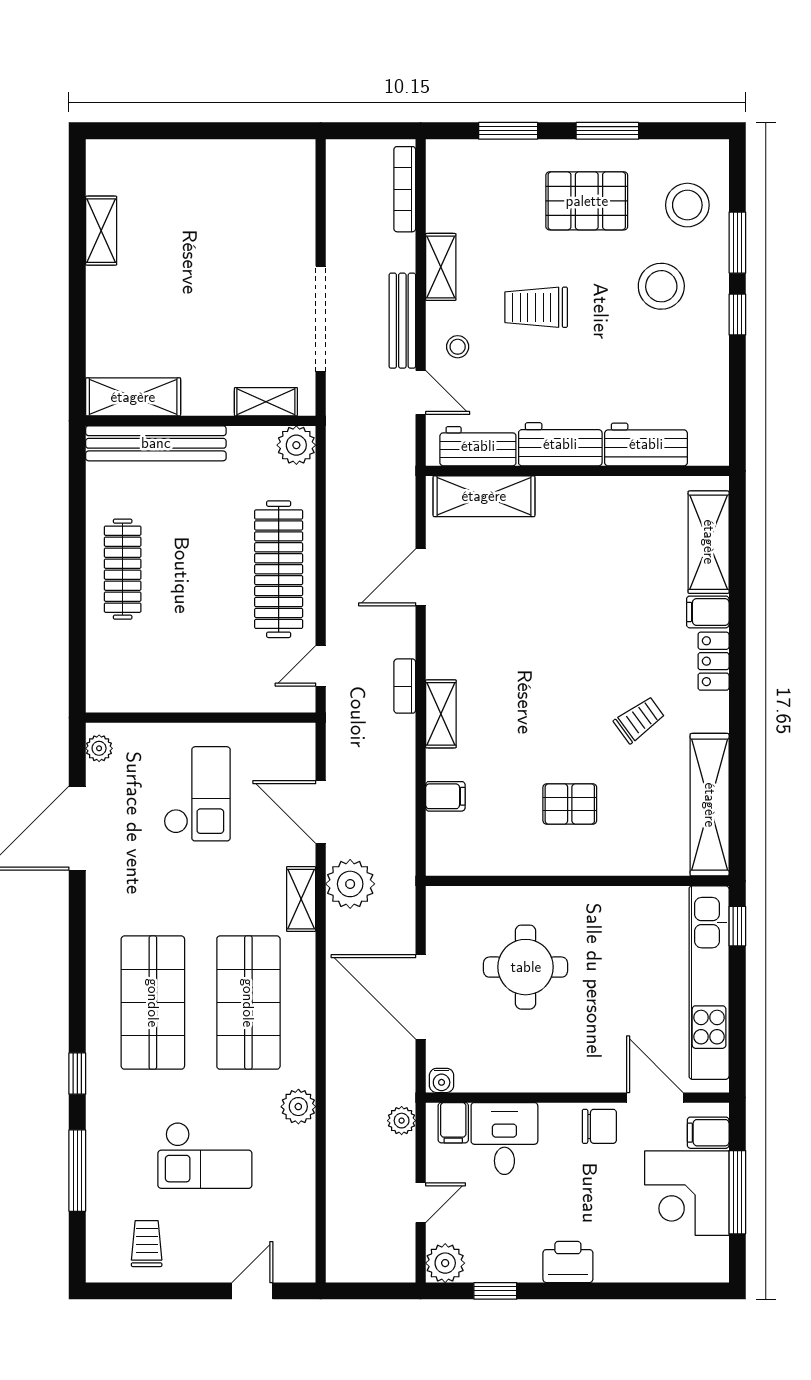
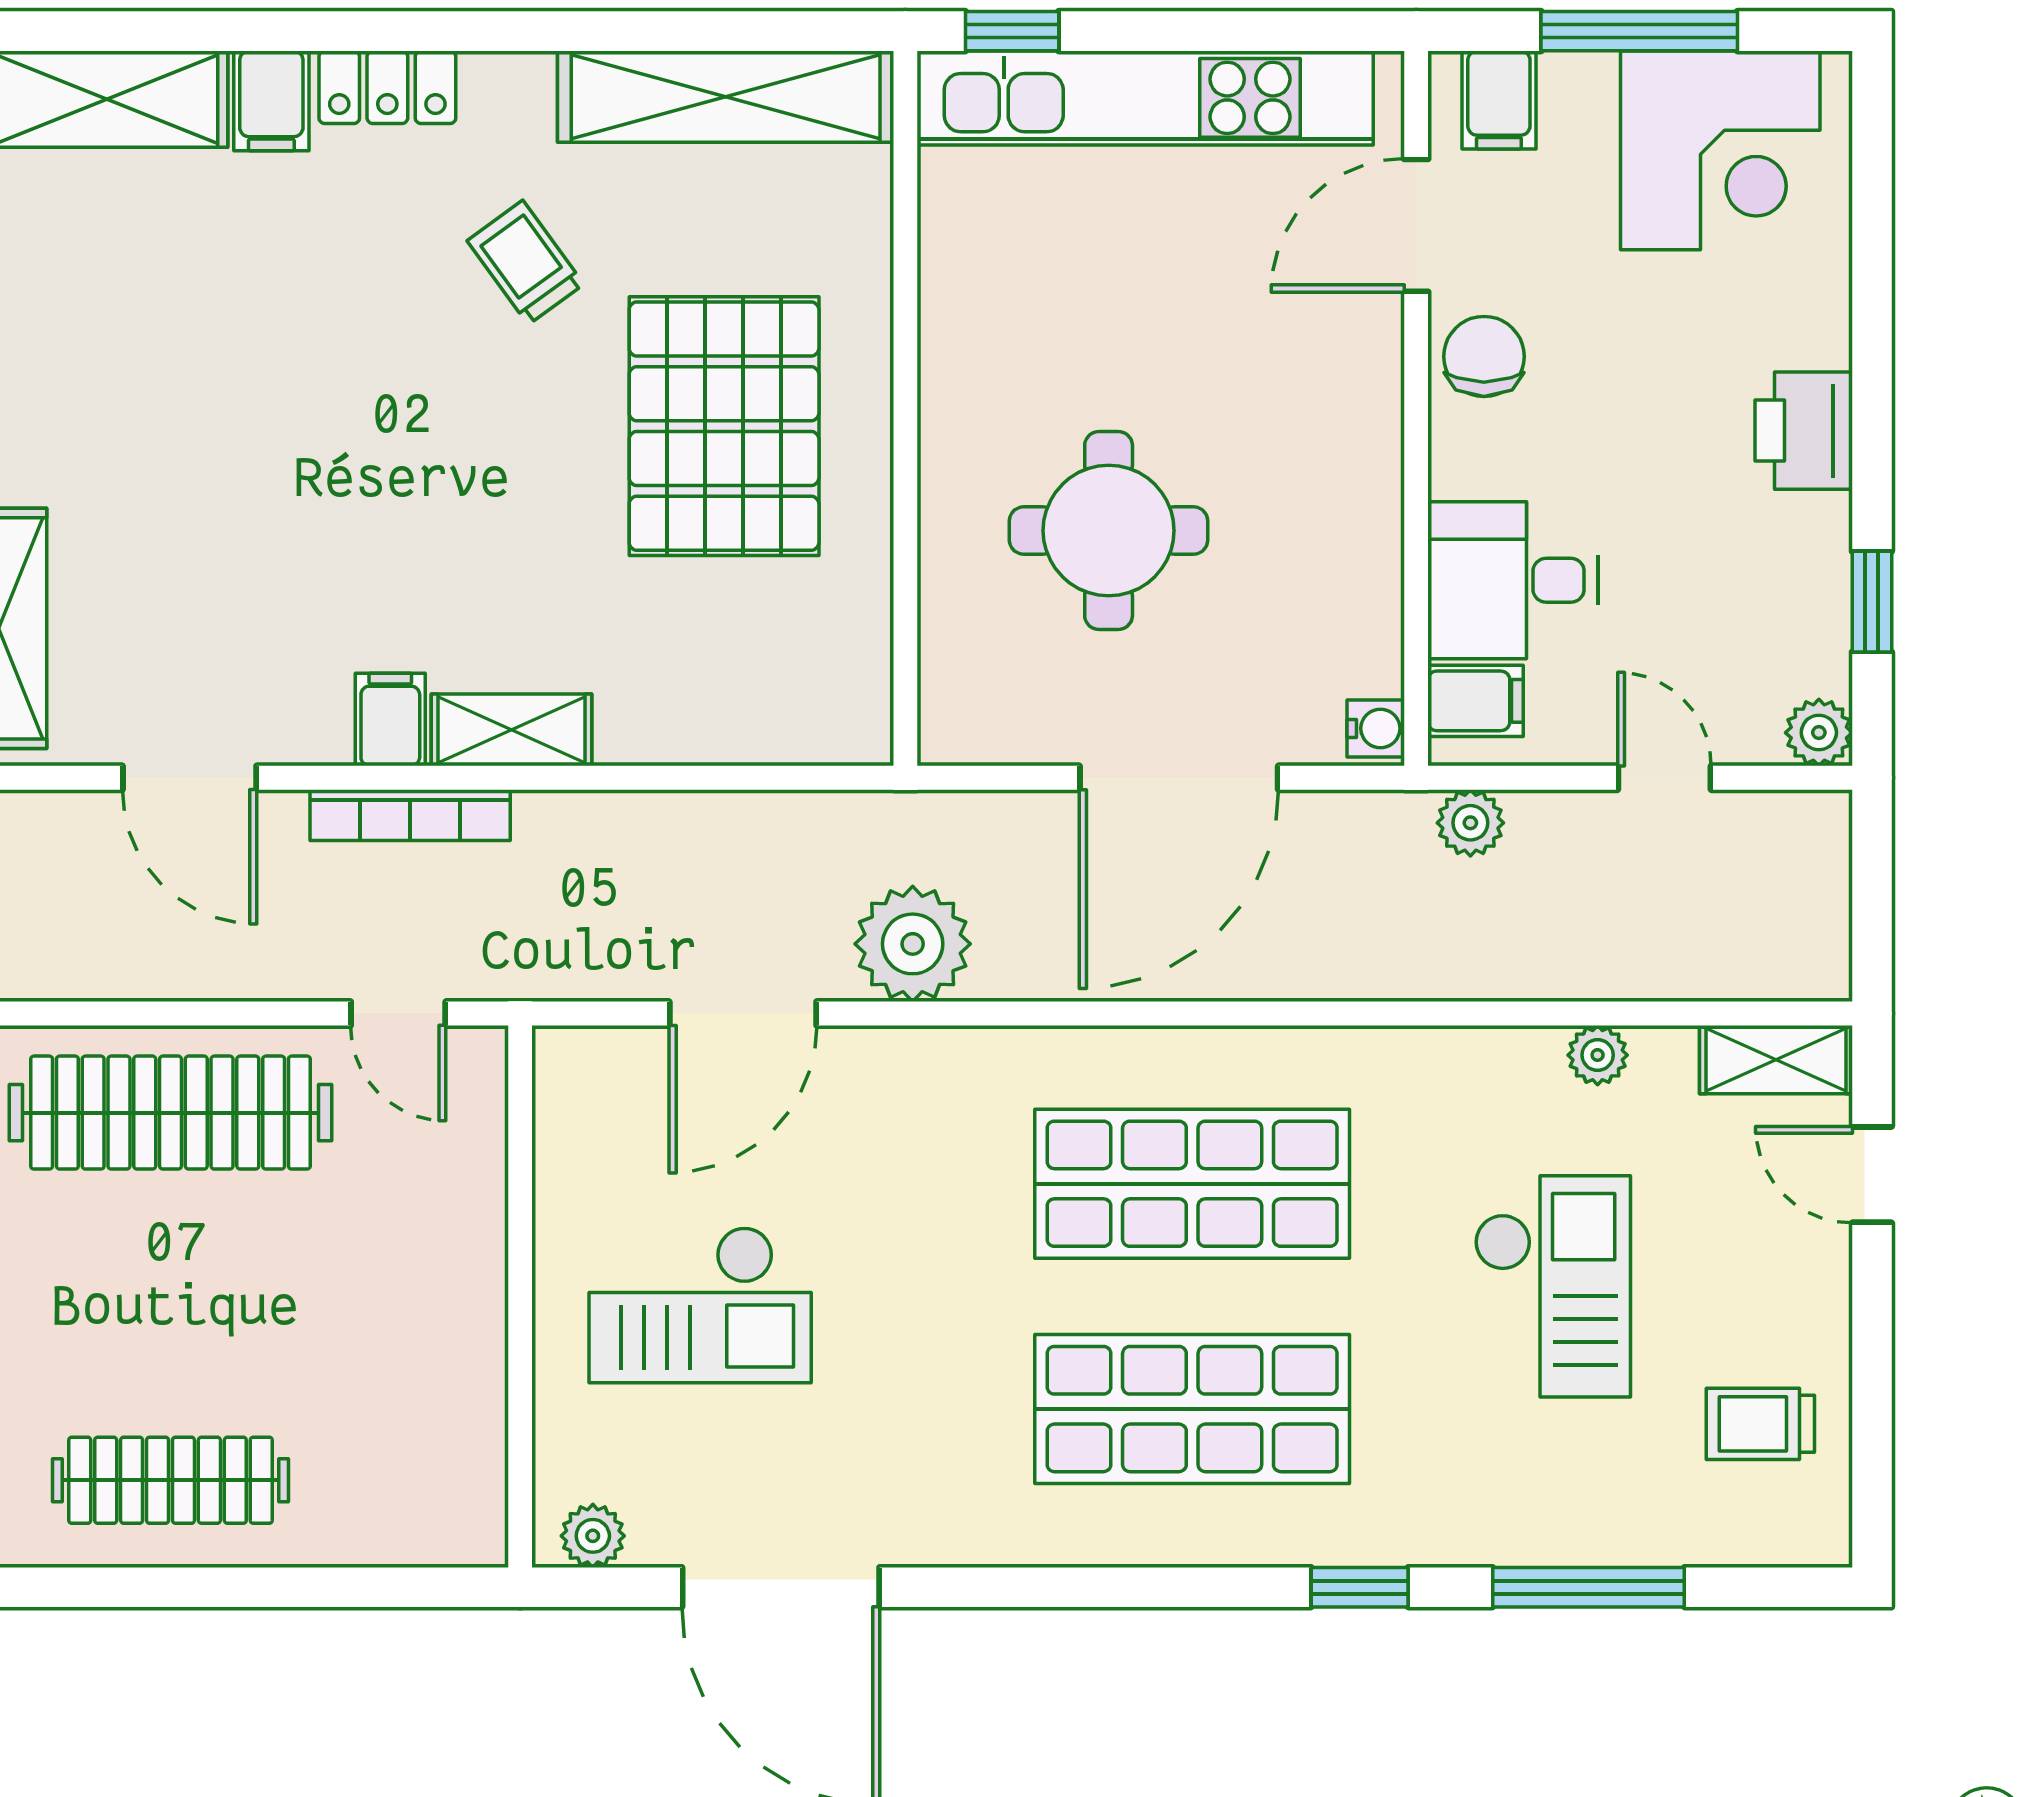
bookcase: (405, 686) -> (410, 815), width x1.56
checkout: (197, 794) -> (700, 1305), turned 180
filing cabinet: (445, 796) -> (390, 719), moved
pallet: (570, 804) -> (724, 426), width x2.05, depth x2.00
shelving: (301, 899) -> (1776, 1060), moved
plant: (298, 1107) -> (1598, 1055), moved, width x0.73, depth x0.73
corner desk: (687, 1193) -> (1720, 150), moved
plant: (445, 1263) -> (1819, 733), width x0.73, depth x0.73

